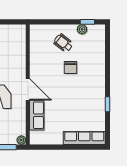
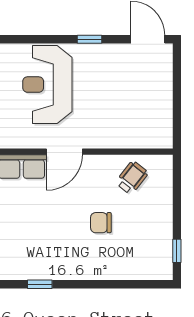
plant: (82, 29) -> (164, 242), removed
wheelchair: (63, 43) -> (132, 178), moved

